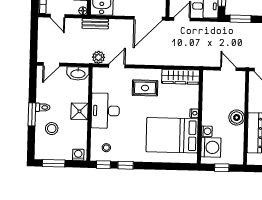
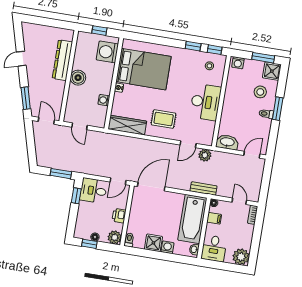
shower: (79, 111) -> (272, 71), moved
washing machine: (207, 131) -> (104, 100), moved

